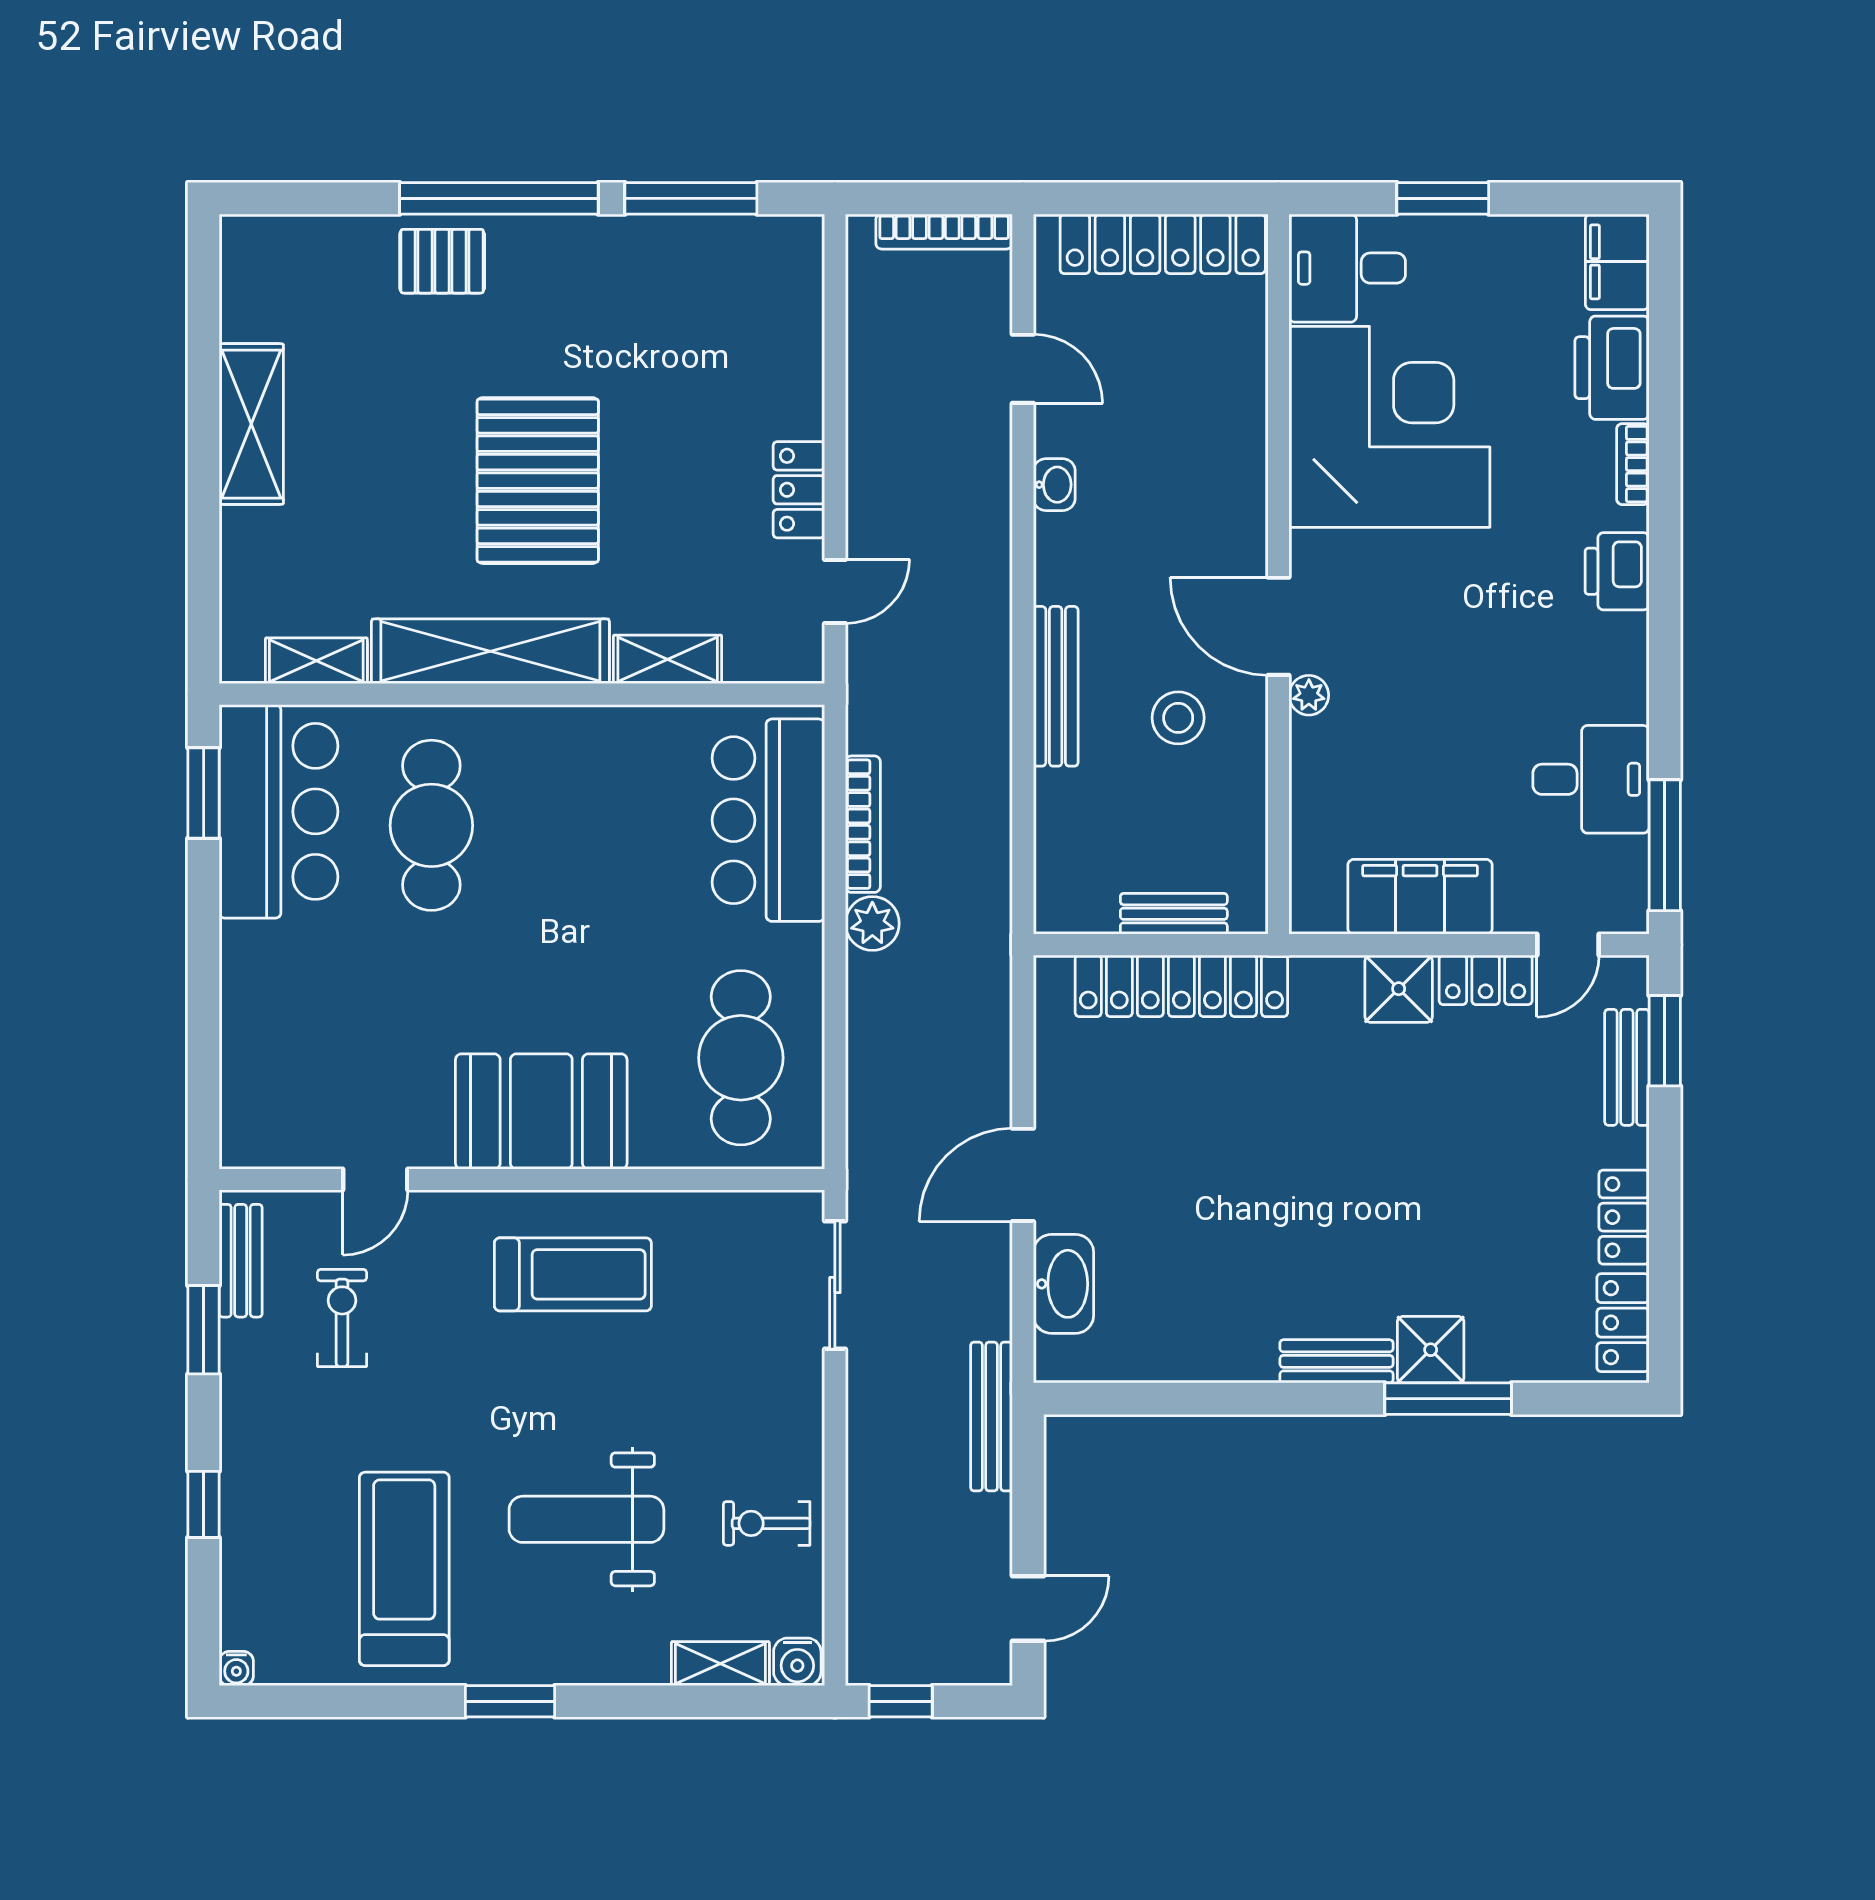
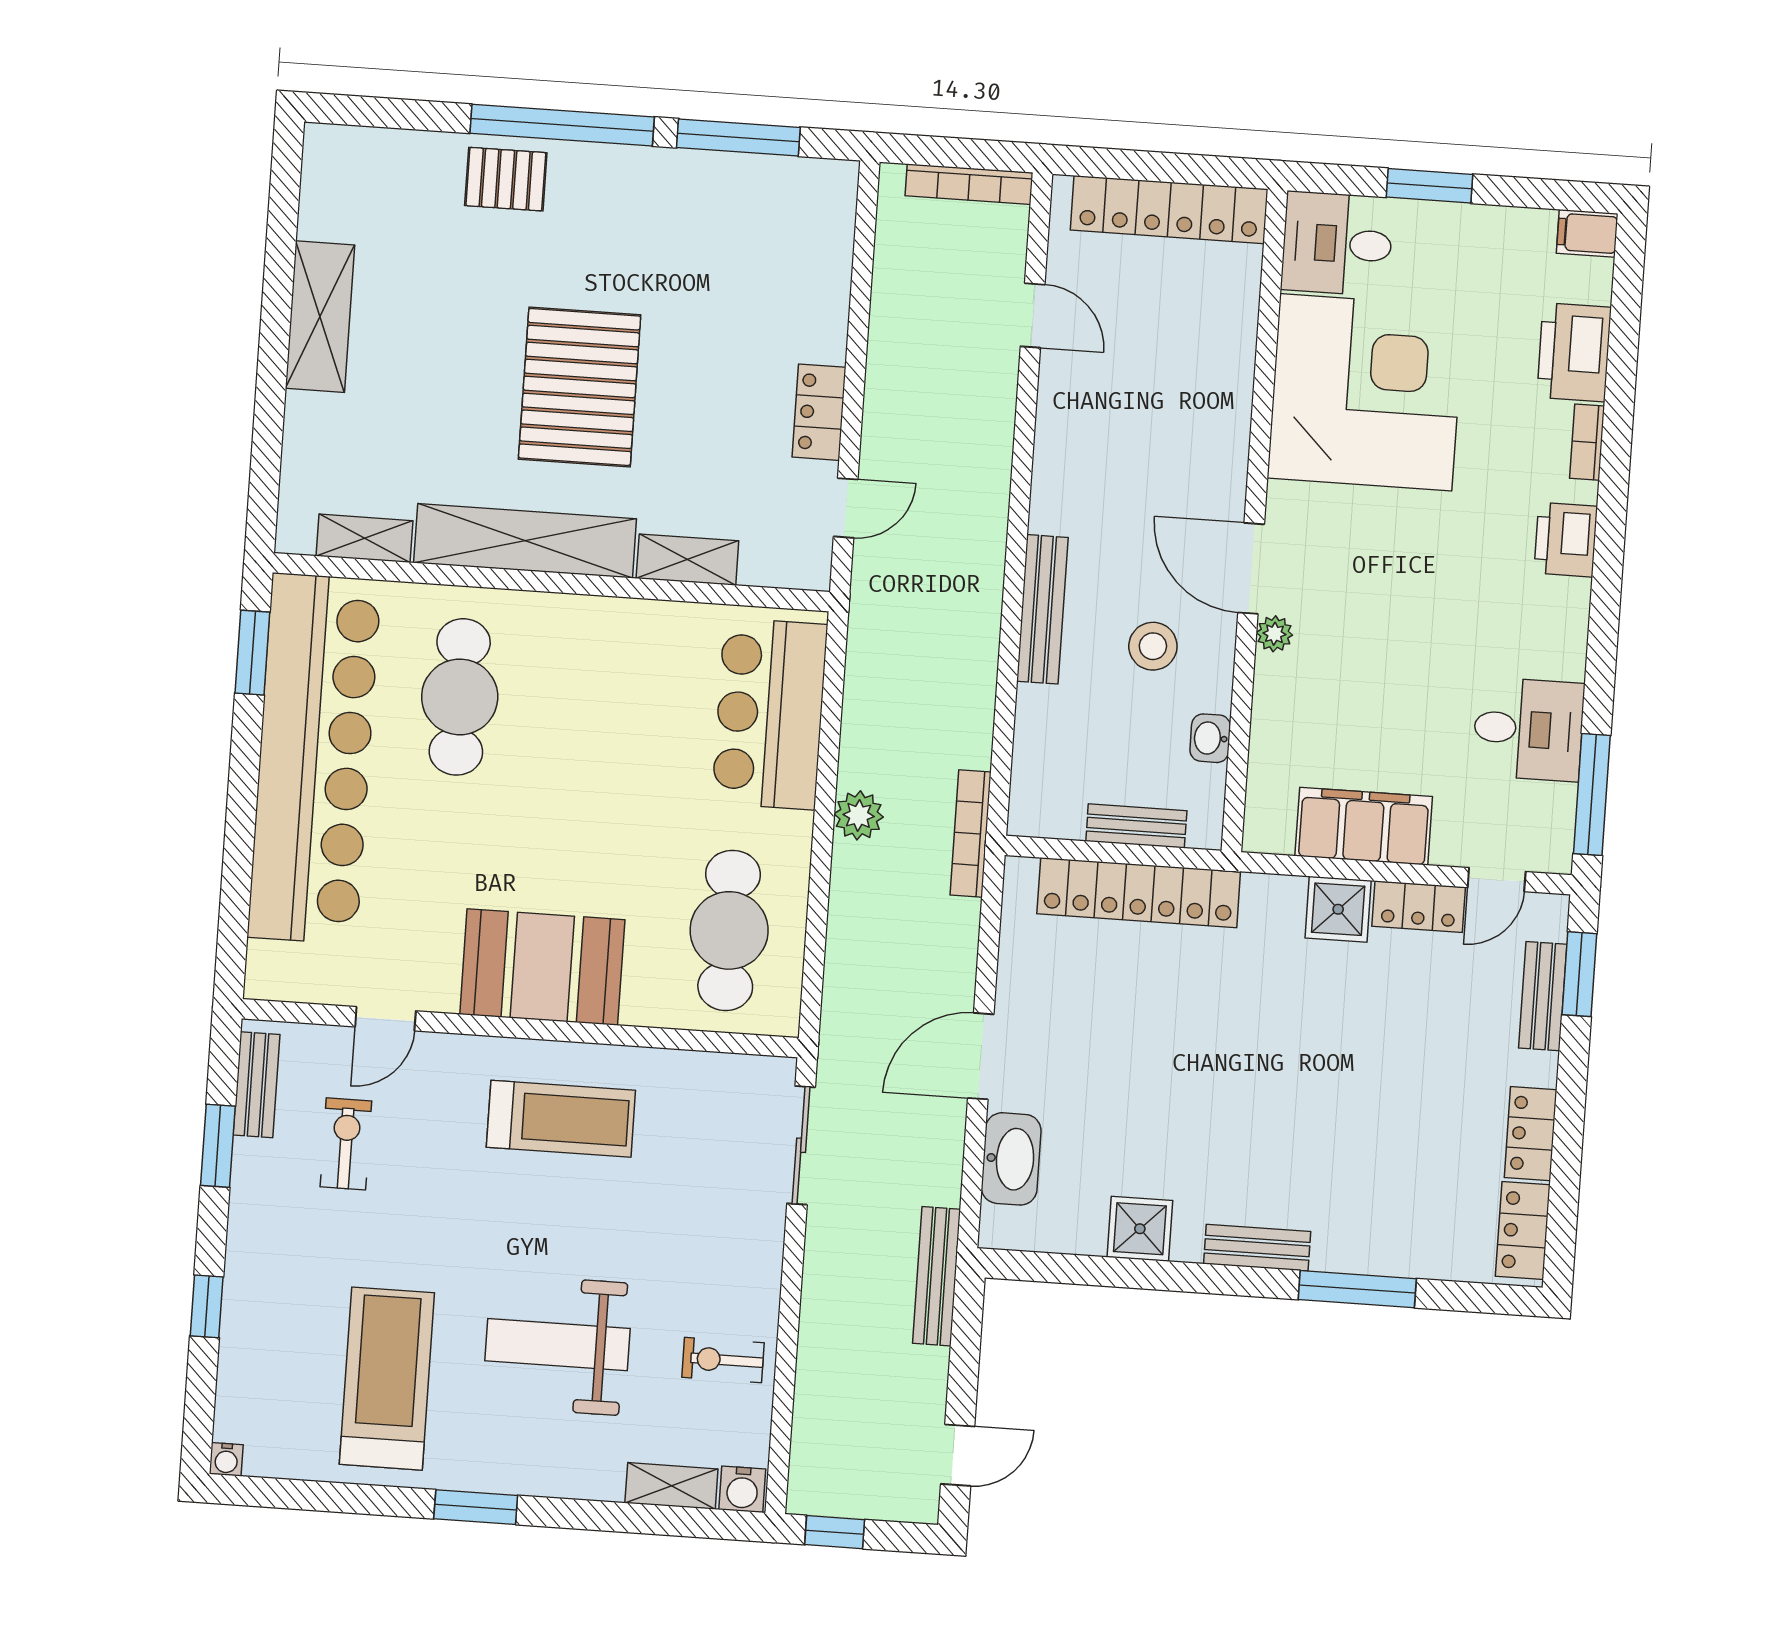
filing cabinet: (1617, 262) -> (1587, 233), width x0.50
washbasin: (1054, 485) -> (1210, 738), moved, turned 180
bar counter: (279, 811) -> (314, 759), width x1.86
bookcase: (863, 824) -> (971, 834), moved, turned 180
shower: (1431, 1350) -> (1140, 1229), moved

